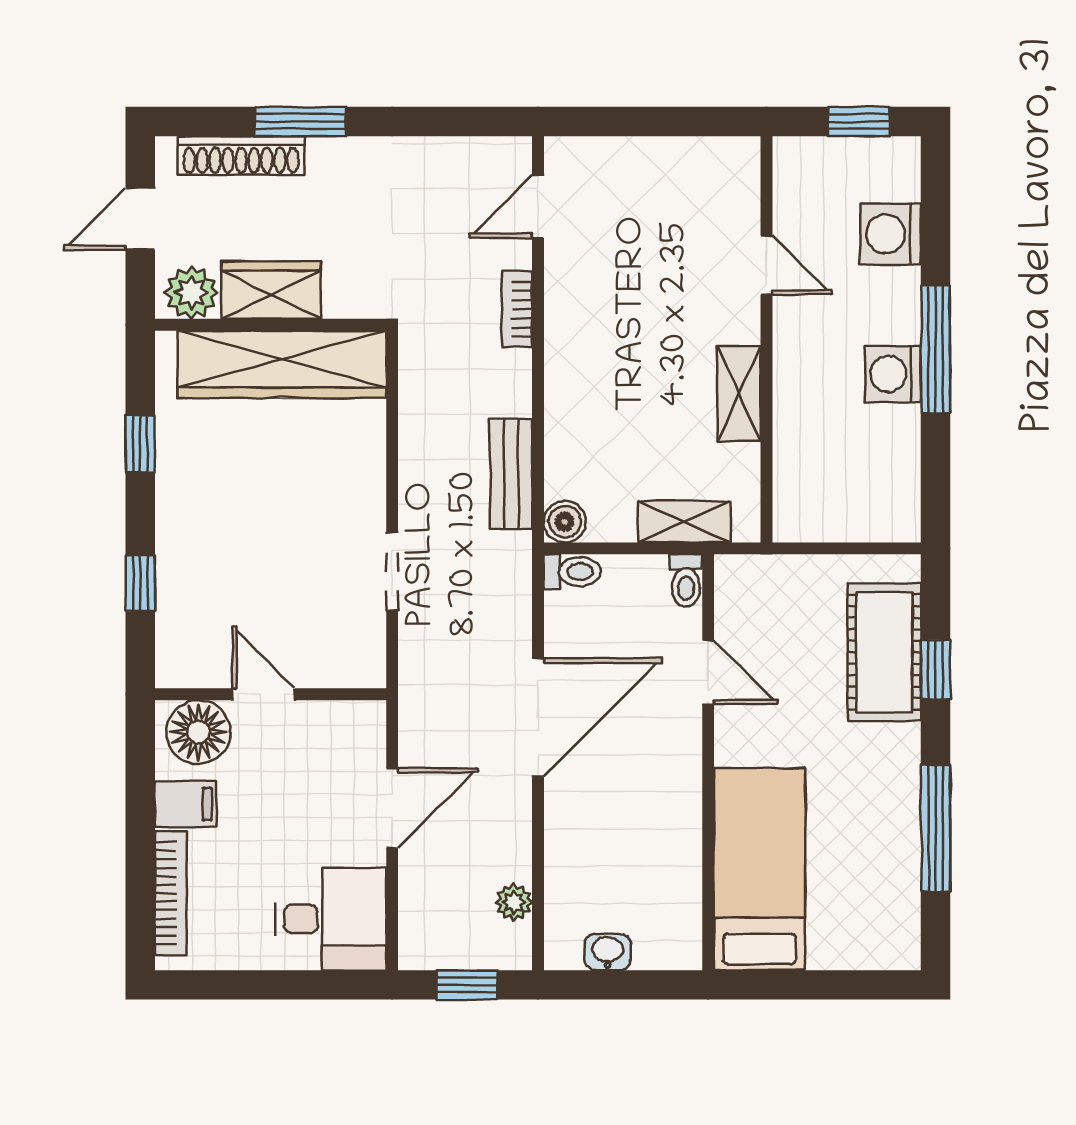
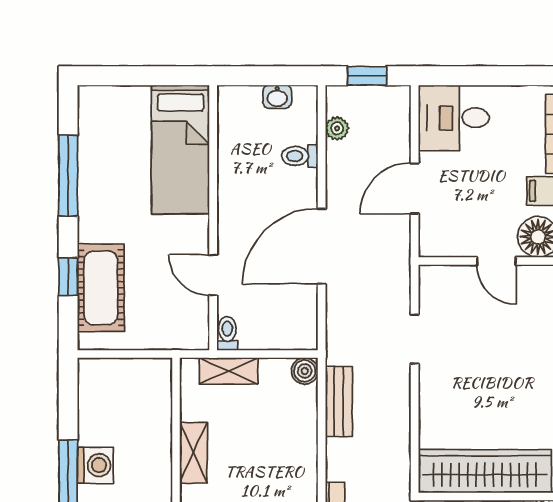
toilet: (572, 572) -> (300, 156), moved

